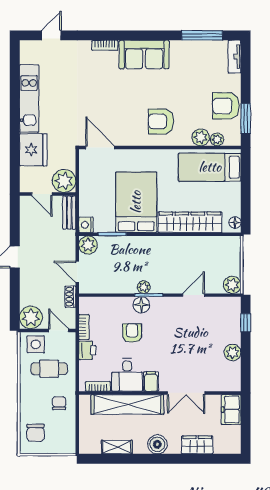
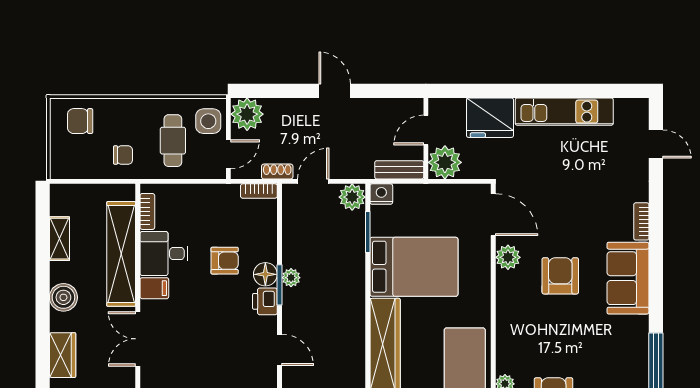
armchair: (161, 121) -> (560, 276), moved
plant: (201, 137) -> (508, 257), moved
door: (100, 148) -> (493, 215), hinge flipped
bookcase: (84, 327) -> (259, 191), moved
printer: (87, 350) -> (265, 301), moved, turned 90

